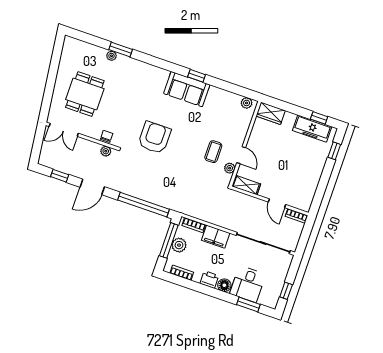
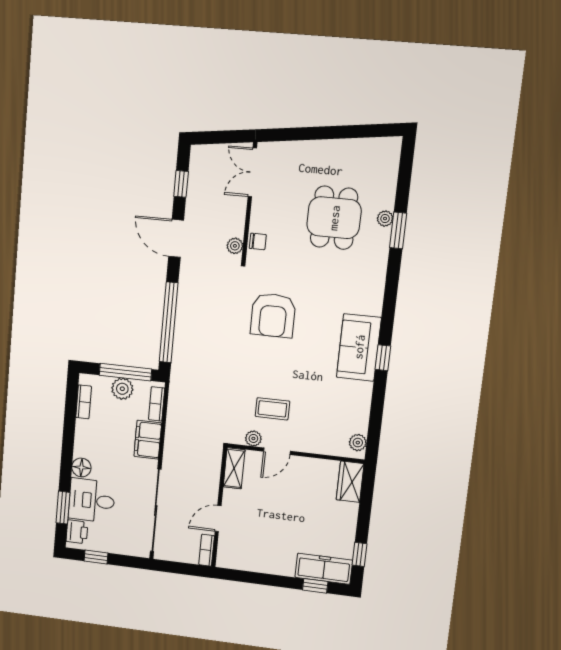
dining table: (85, 94) -> (334, 218), moved, turned 90
freezer: (312, 129) -> (324, 569), moved, turned 90
armchair: (154, 138) -> (273, 315), turned 90
printer: (209, 280) -> (77, 532), moved

